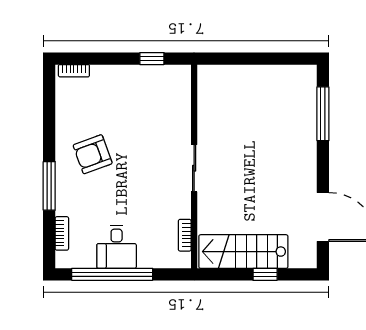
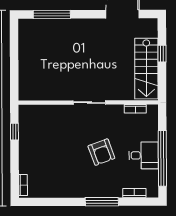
armchair: (93, 154) -> (101, 152), moved

